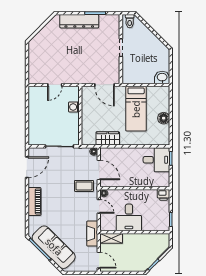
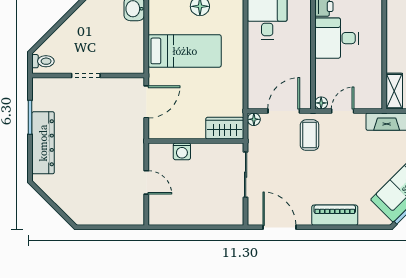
wardrobe: (108, 138) -> (225, 128), moved, turned 90
desk: (129, 217) -> (337, 38), moved, turned 180

